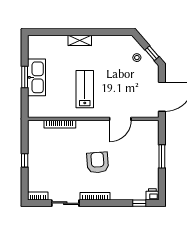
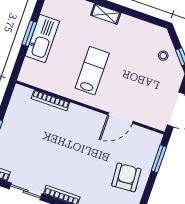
window: (162, 156) -> (159, 159), moved
armchair: (98, 163) -> (126, 177), moved

